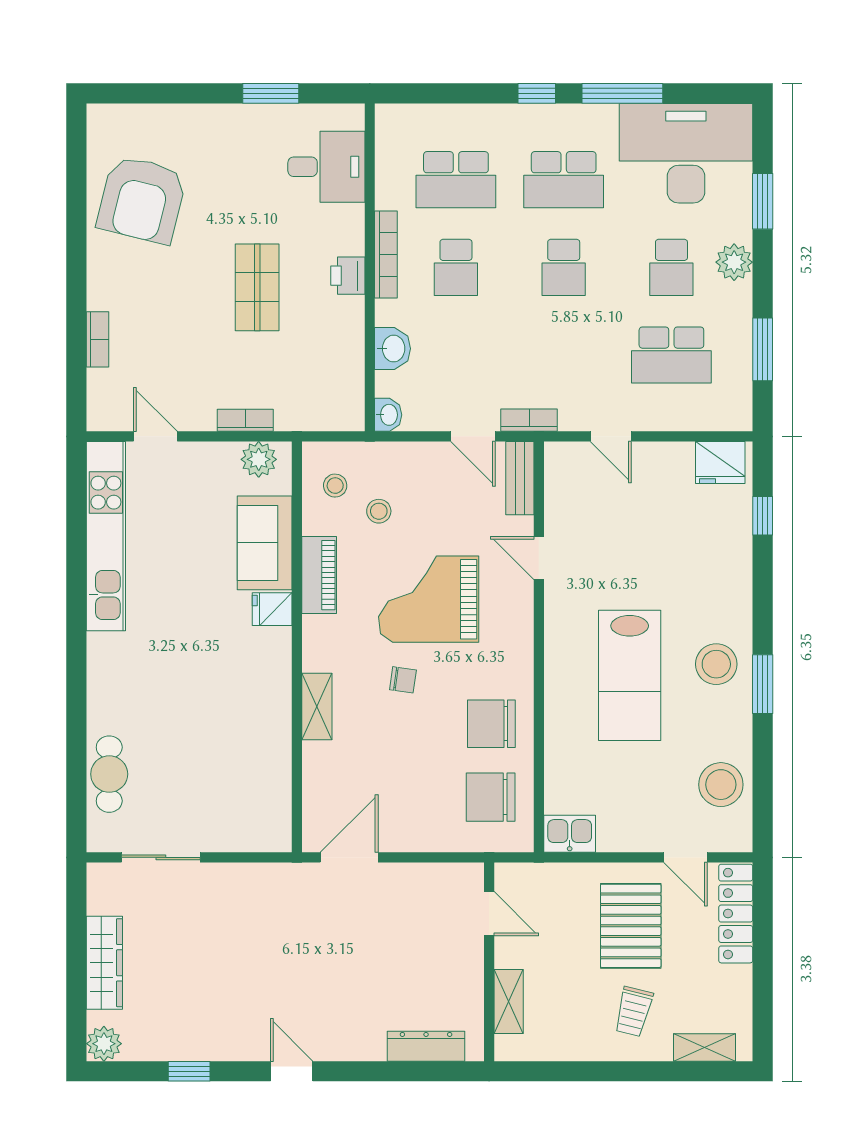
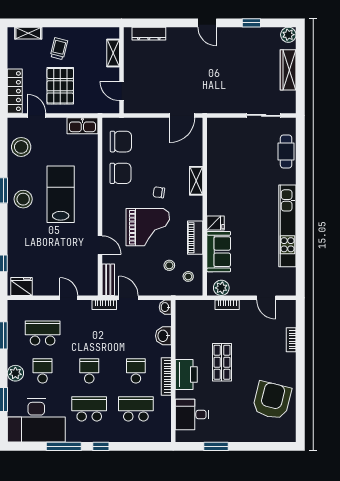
printer: (348, 276) -> (186, 374), width x1.87, depth x1.48
kitchen unit: (106, 536) -> (287, 226), moved
kitchen sink: (570, 834) -> (82, 126), width x1.38

